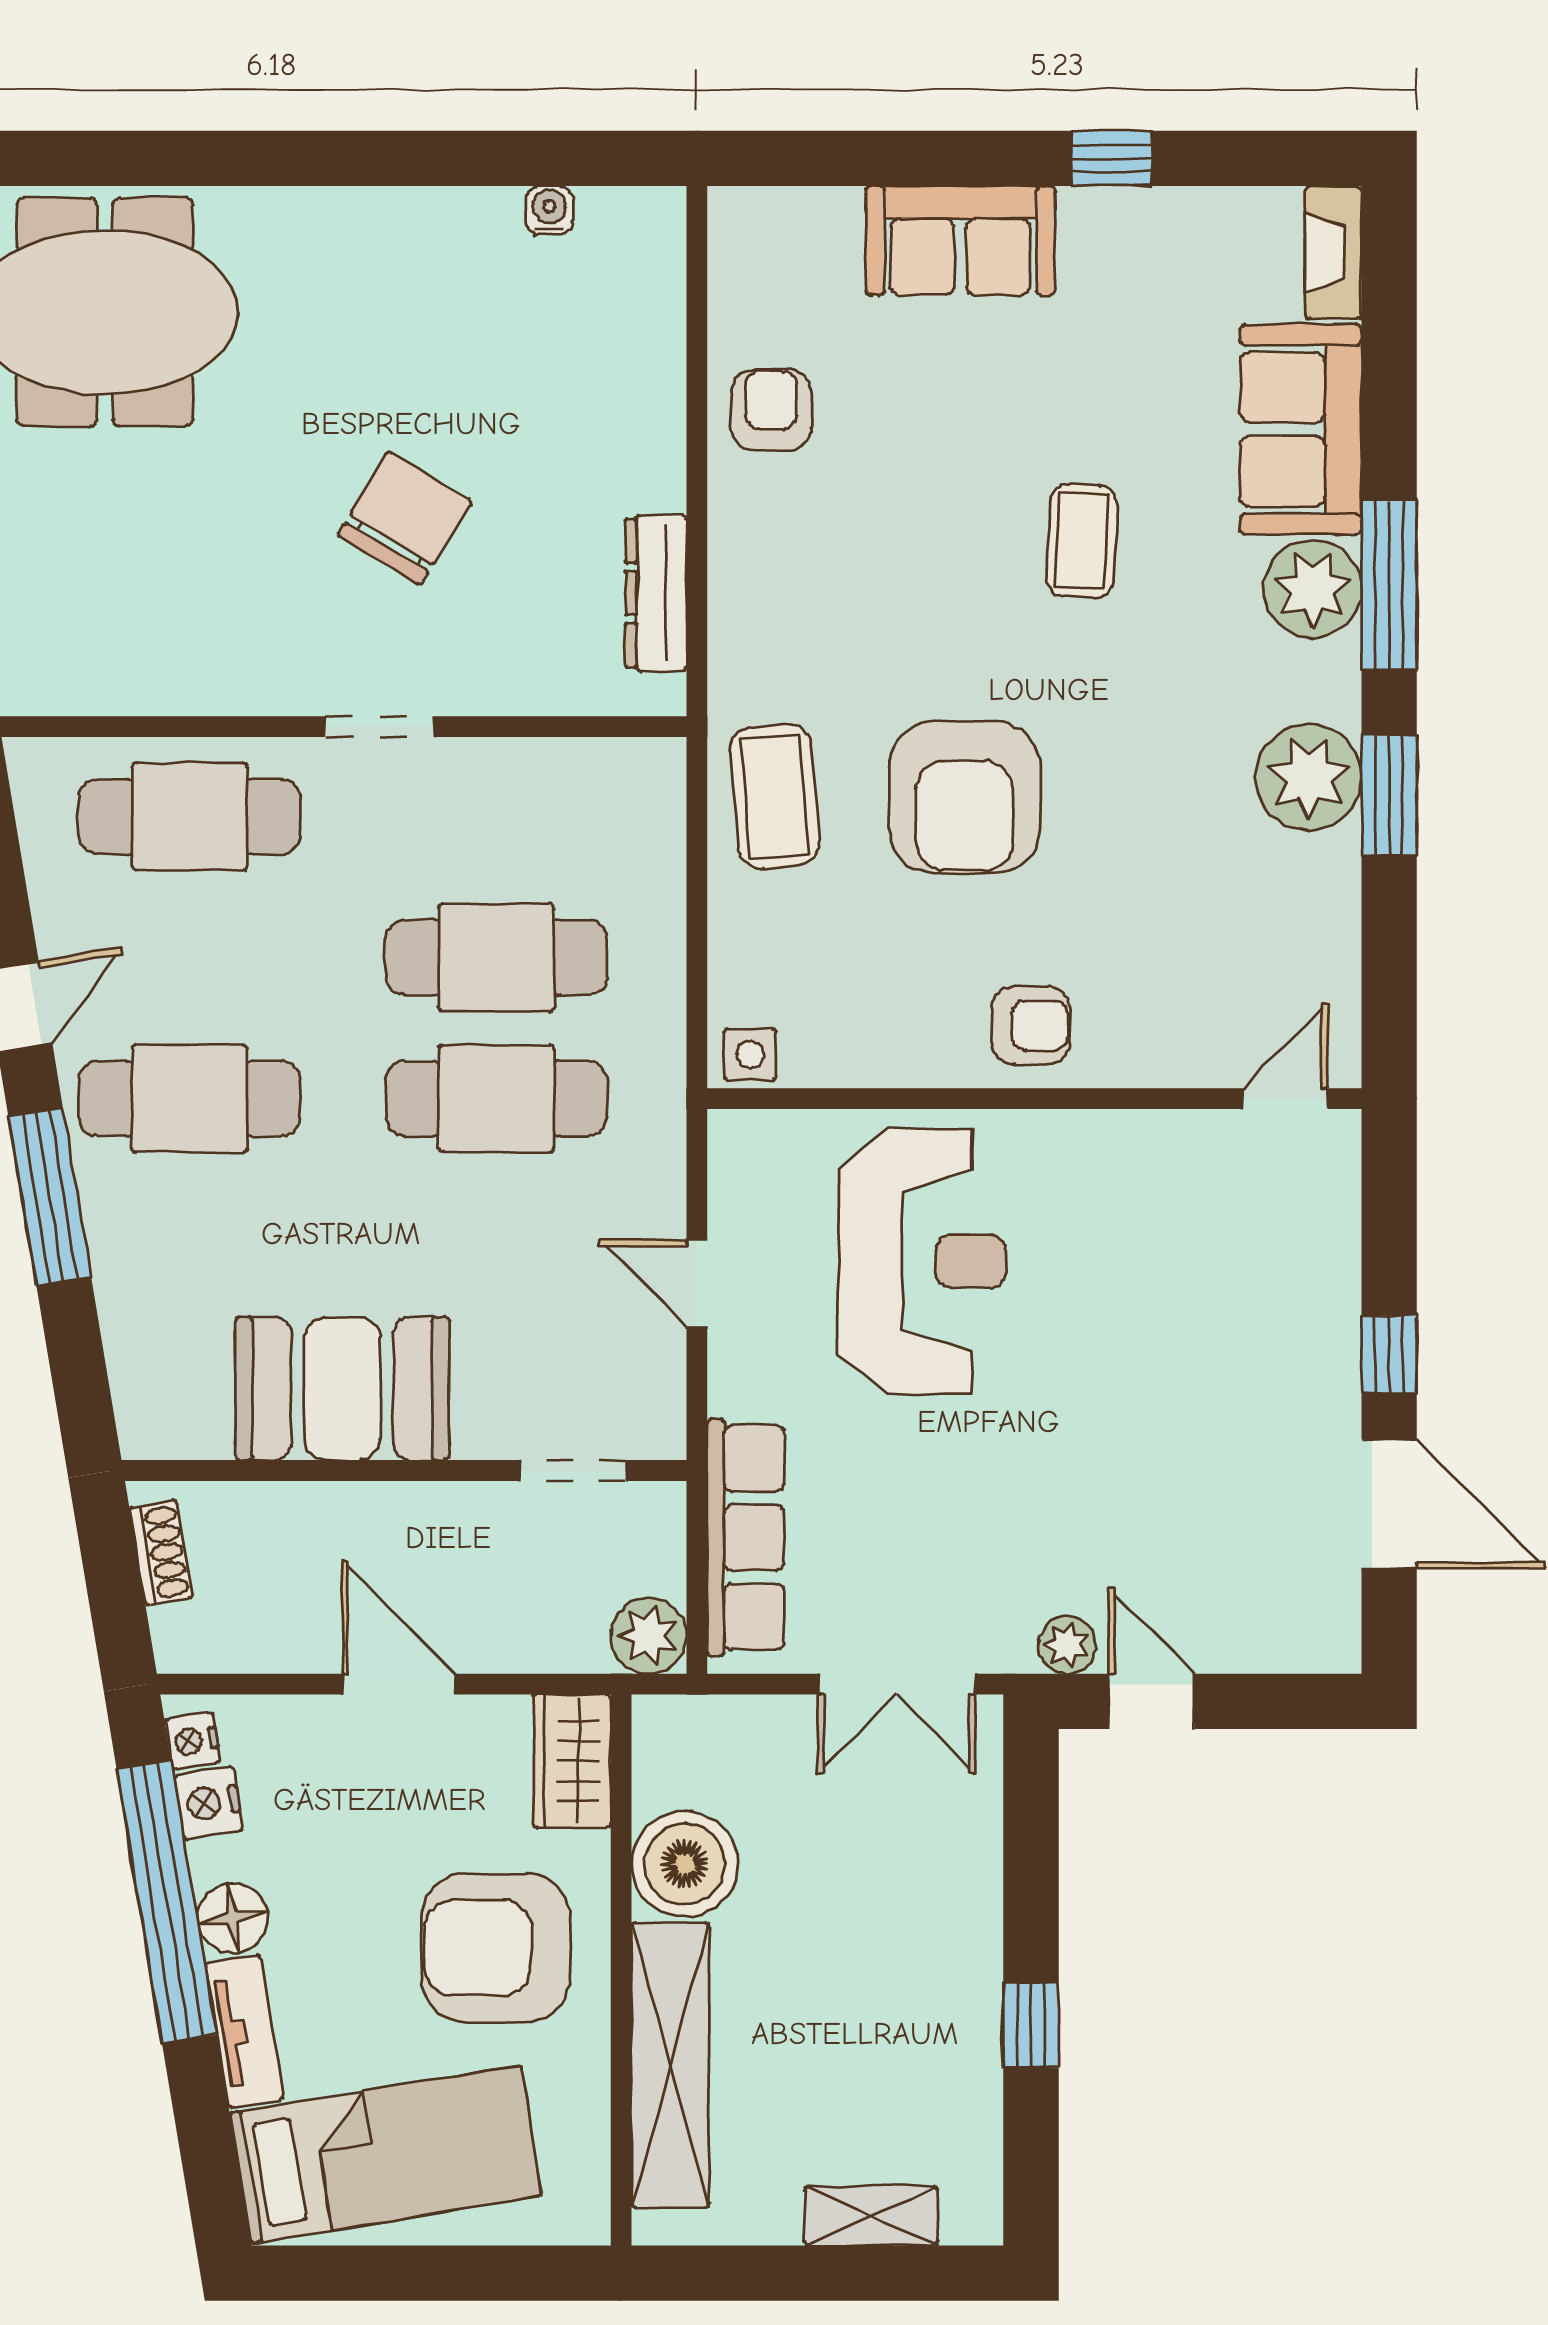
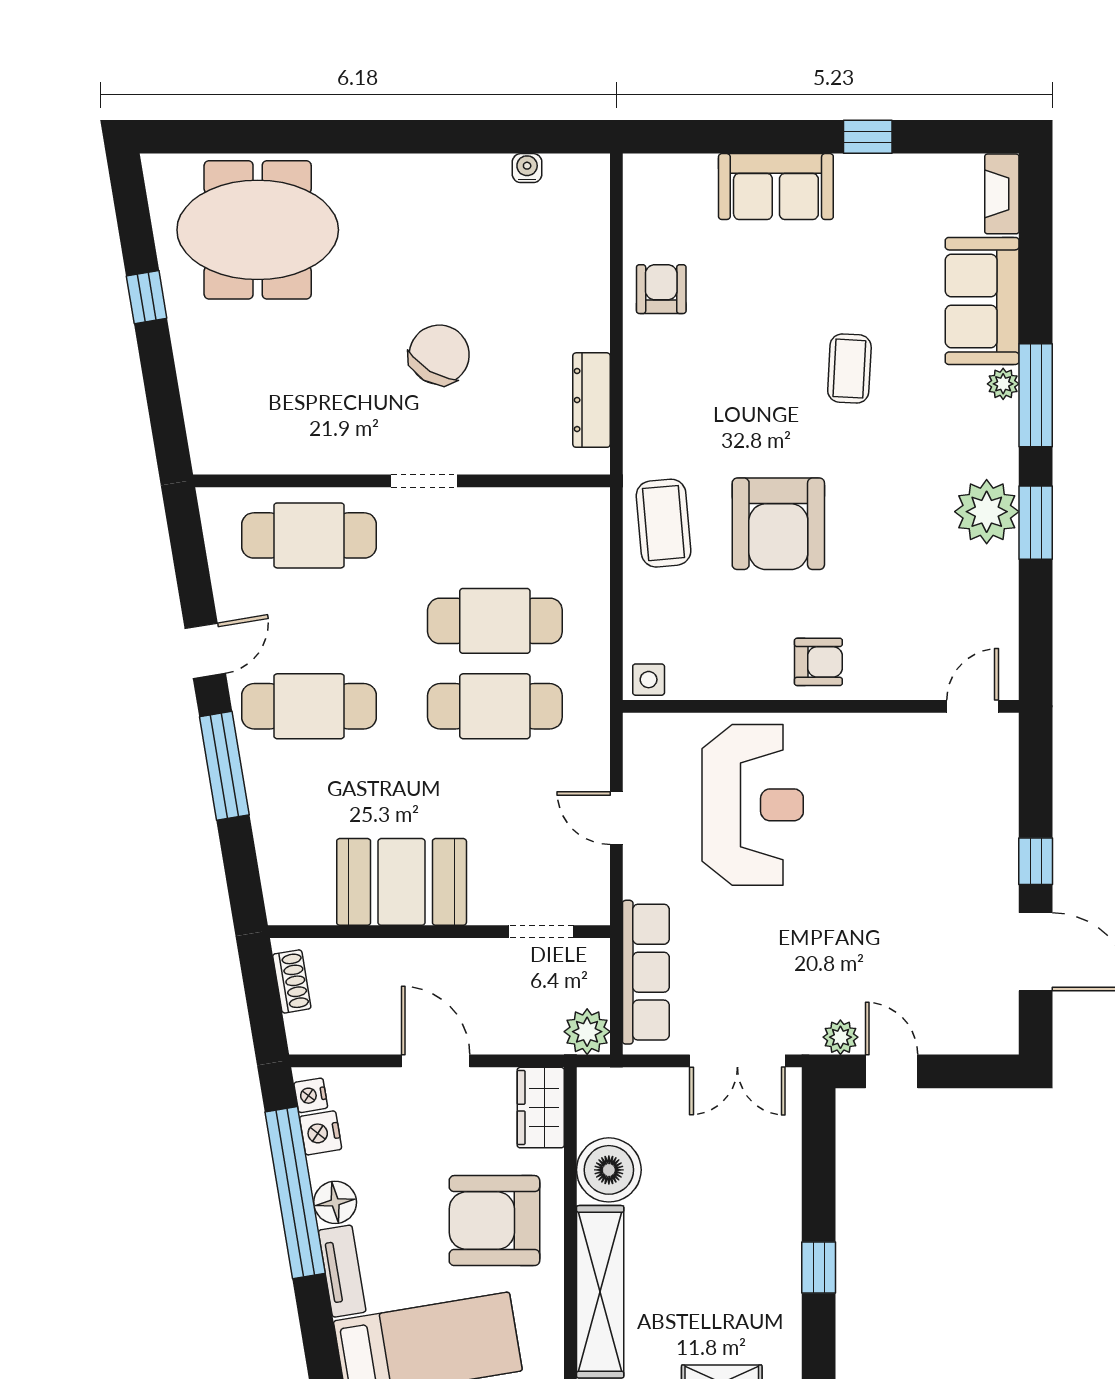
plant: (1313, 589) -> (1003, 384), width x0.53, depth x0.53

